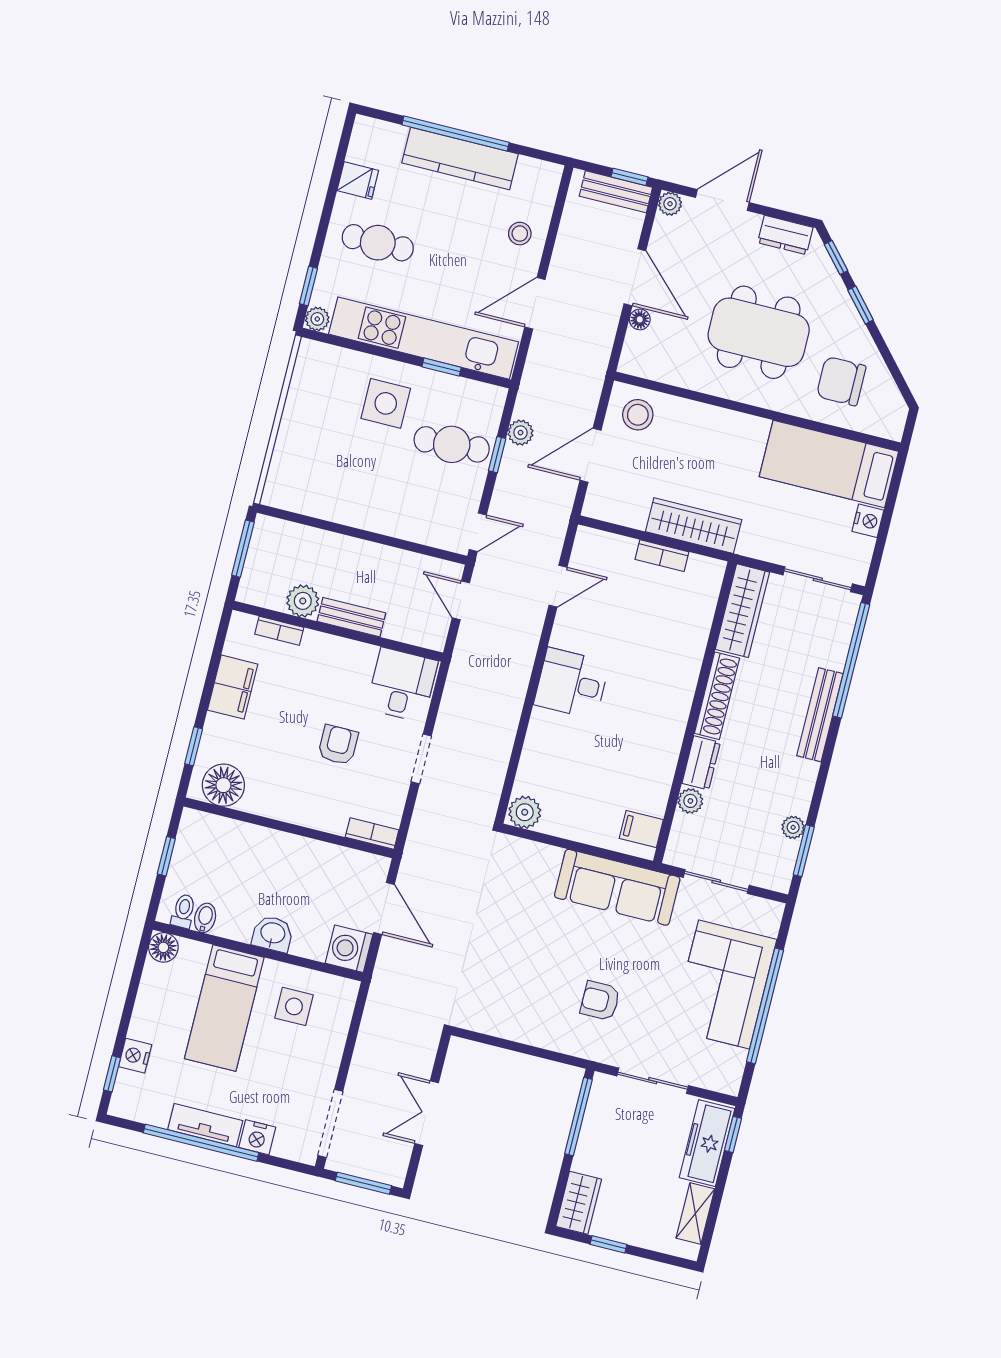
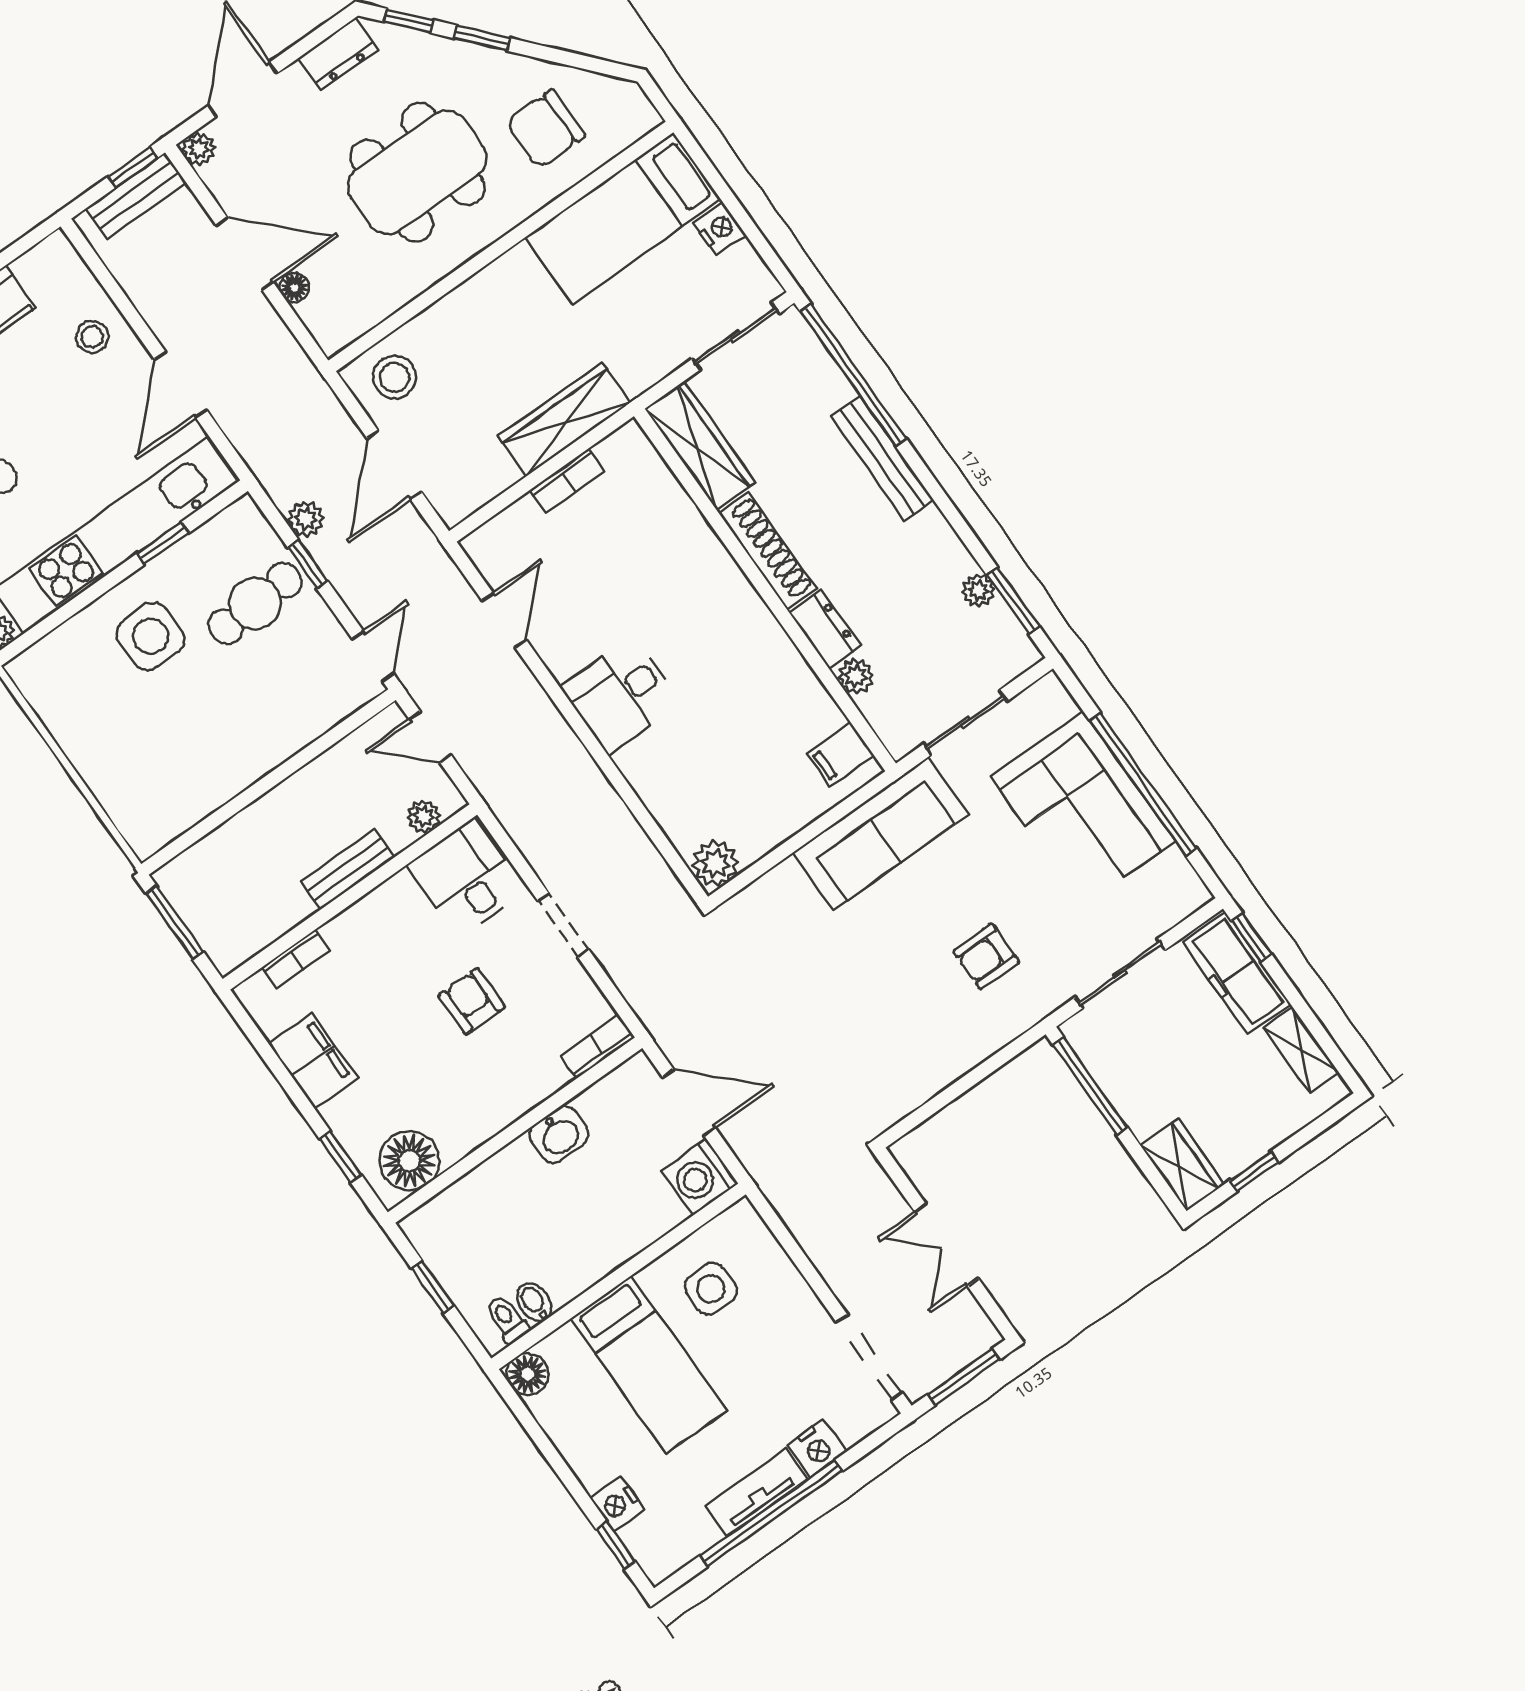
plant: (303, 601) -> (424, 816), moved, width x0.73, depth x0.73
washbasin: (273, 934) -> (559, 1134), moved, turned 180

